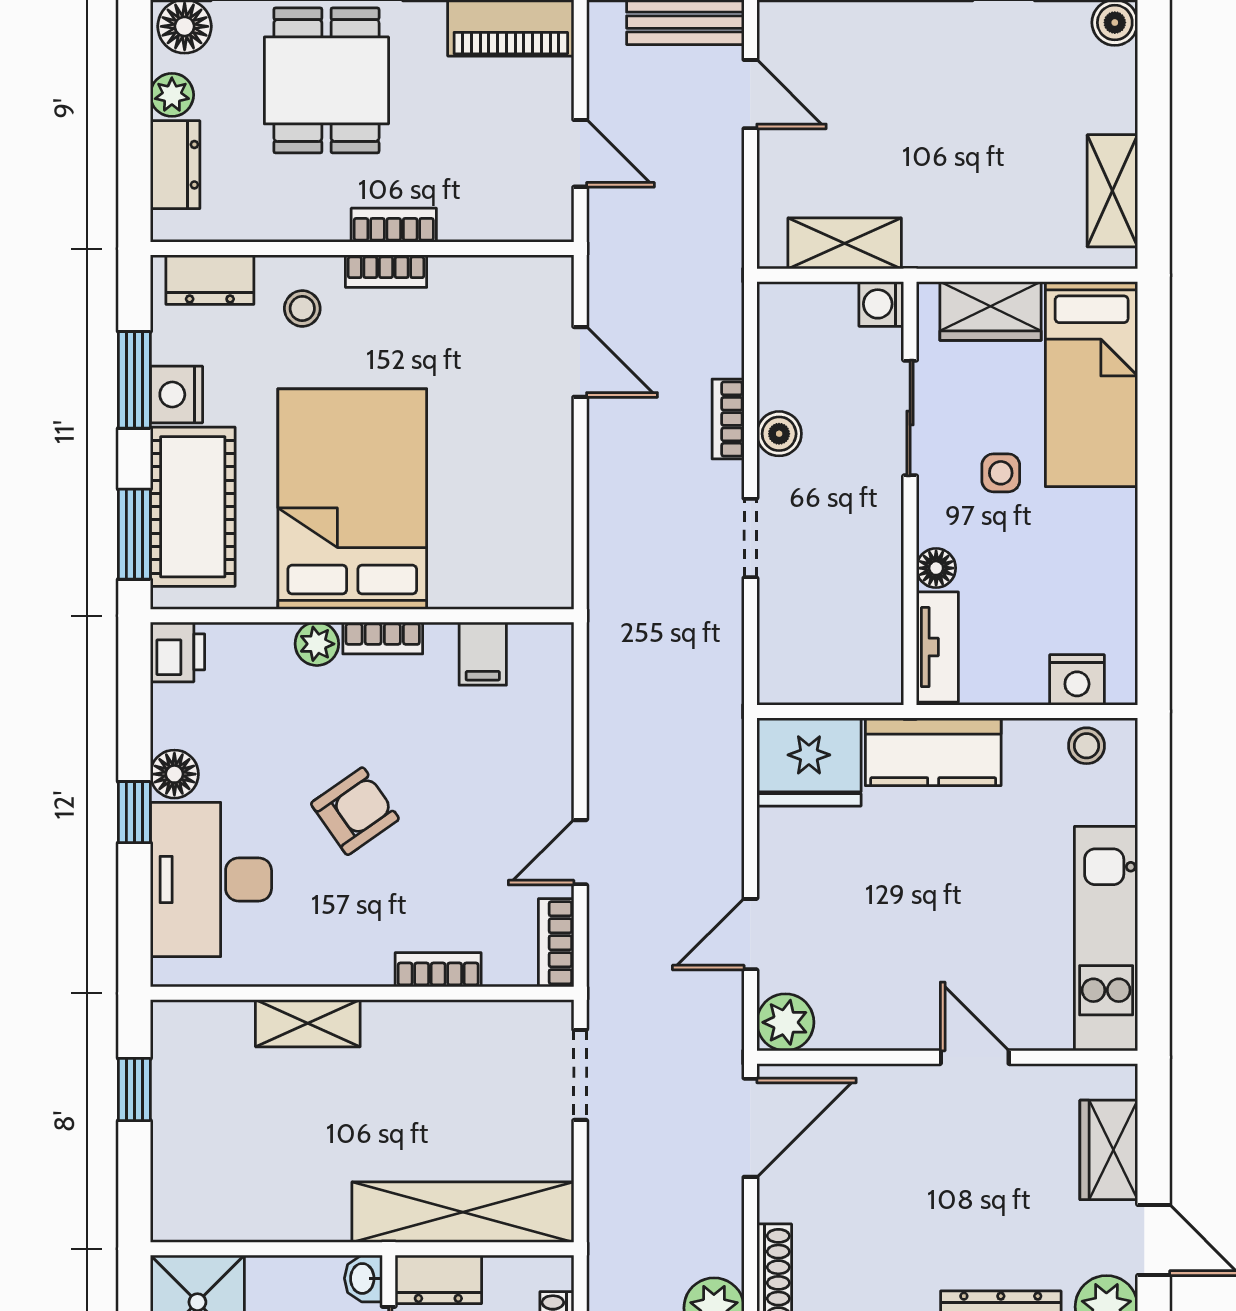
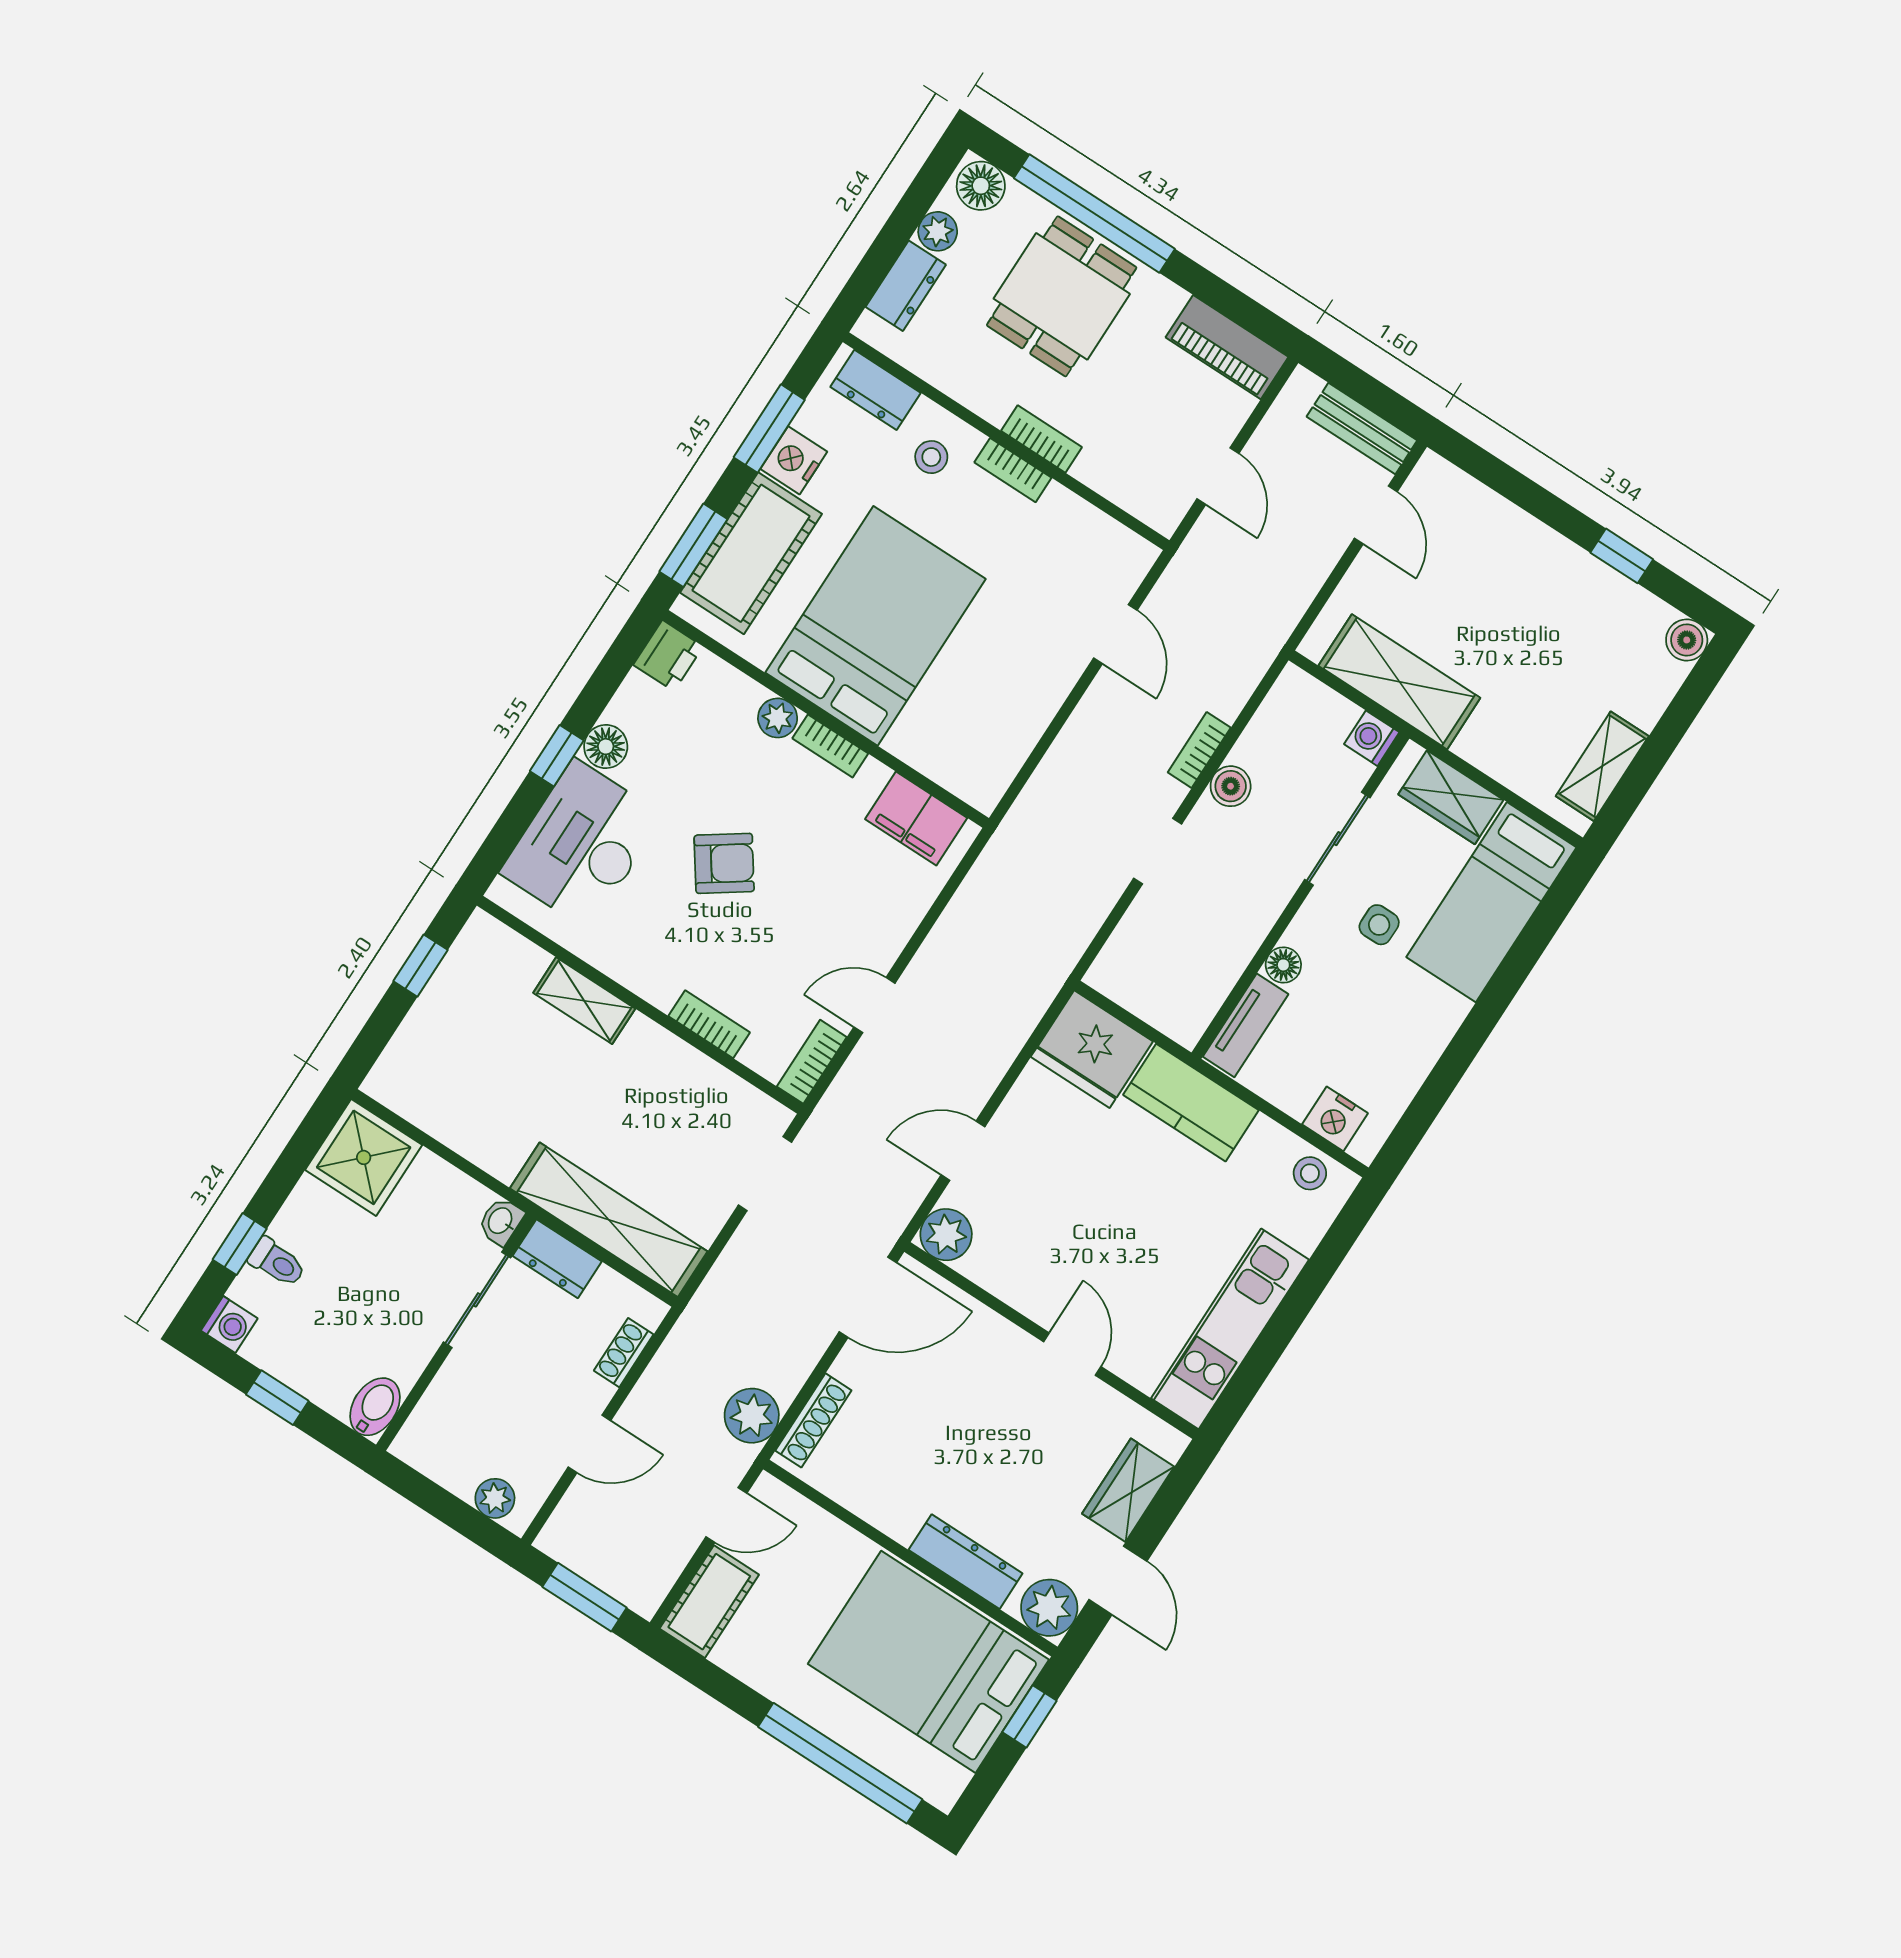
shelving: (845, 243) -> (1399, 682), width x1.50, depth x1.33
filing cabinet: (483, 654) -> (916, 819), width x2.00

